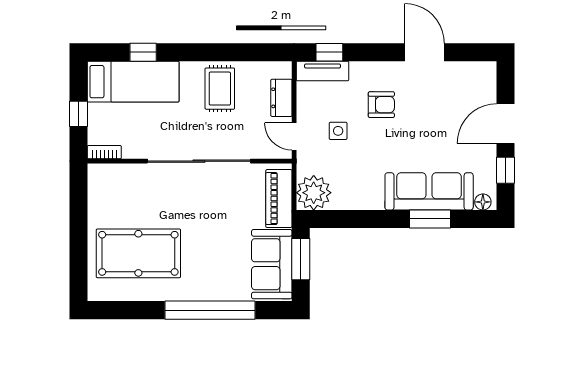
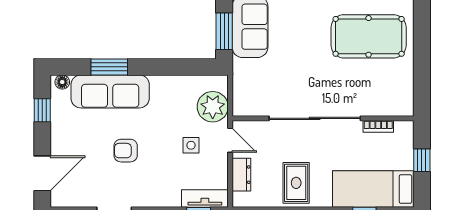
armchair: (381, 105) -> (126, 151), moved
door: (505, 124) -> (42, 173), moved
bookcase: (104, 152) -> (378, 126), moved
plant: (314, 193) -> (213, 107), moved
piano: (279, 199) -> (244, 85), removed

